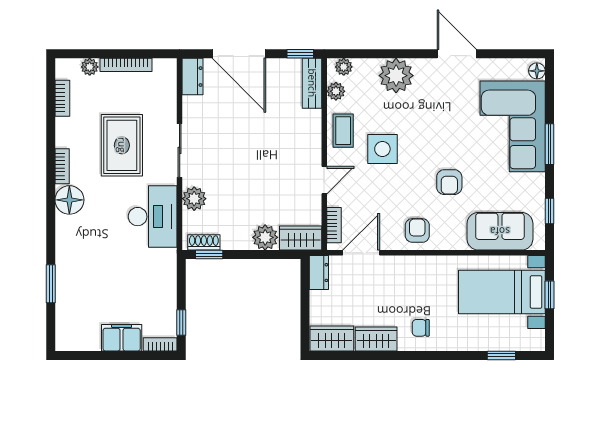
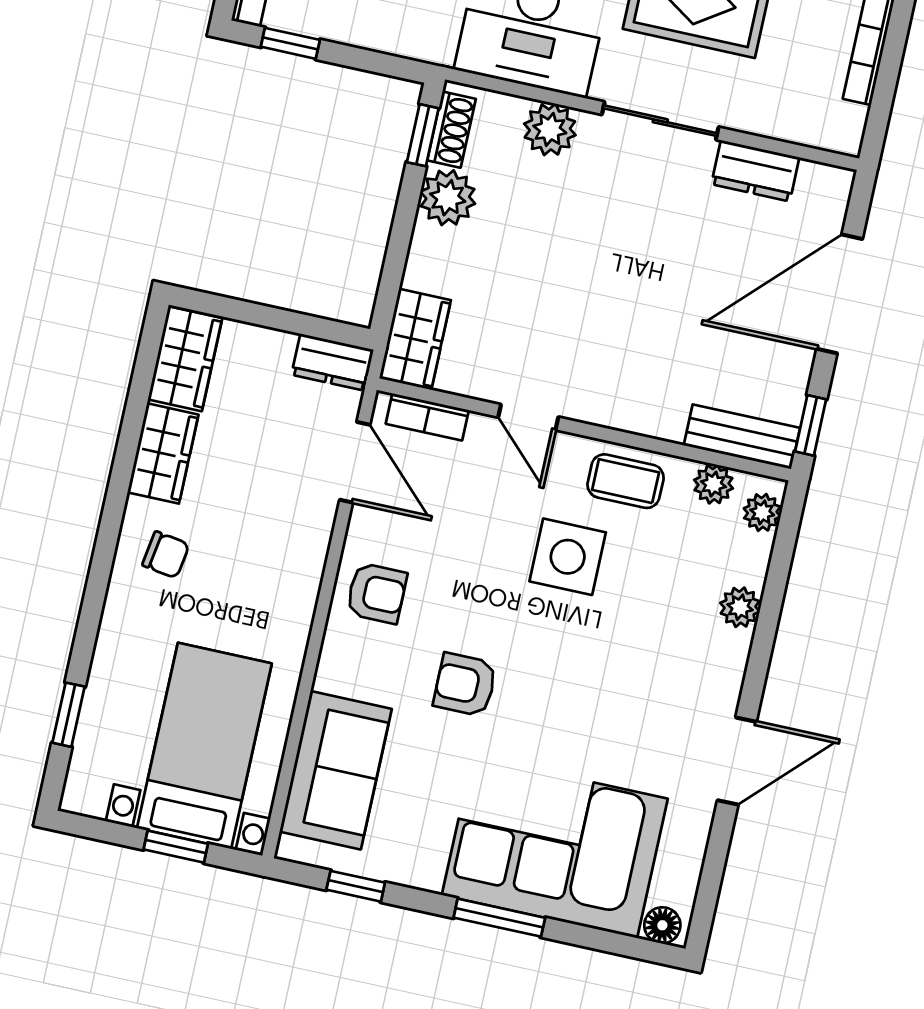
plant: (396, 76) -> (740, 607), width x0.53, depth x0.53
dresser: (192, 77) -> (755, 171), moved
plant: (265, 237) -> (448, 198), moved
chair: (421, 328) -> (166, 555), turned 99

